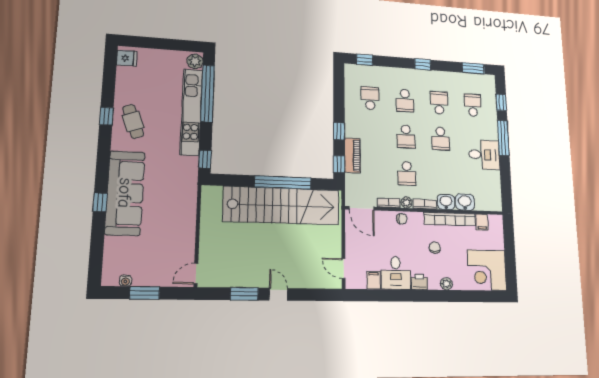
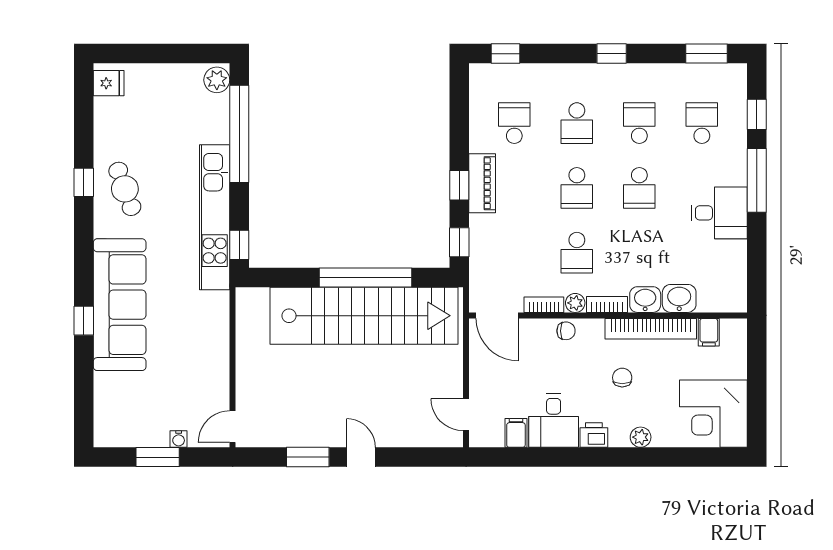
kitchen unit: (191, 112) -> (215, 217), moved
piano: (352, 155) -> (482, 183), moved
water cooler: (125, 281) -> (179, 439), moved

